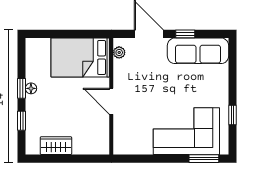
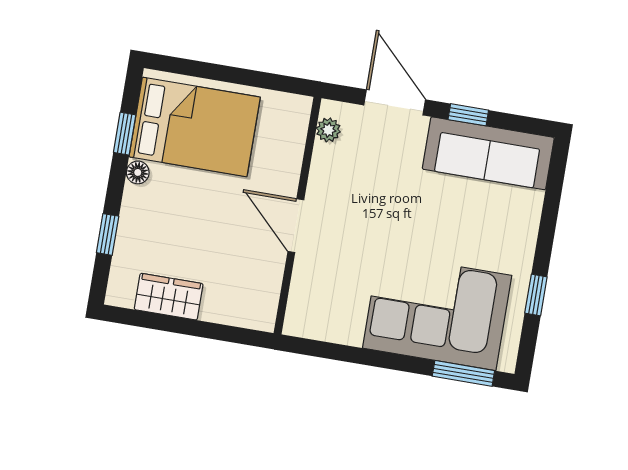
bed: (80, 57) -> (195, 127), moved, turned 180
window: (22, 88) -> (125, 134), moved

